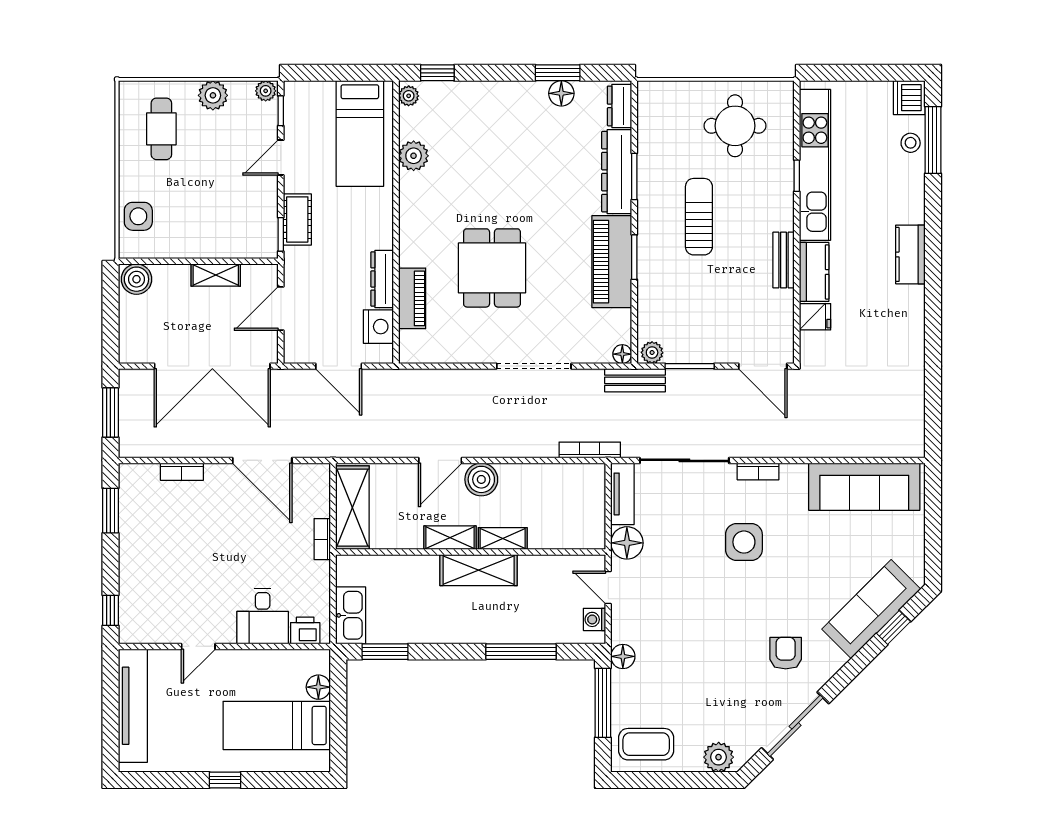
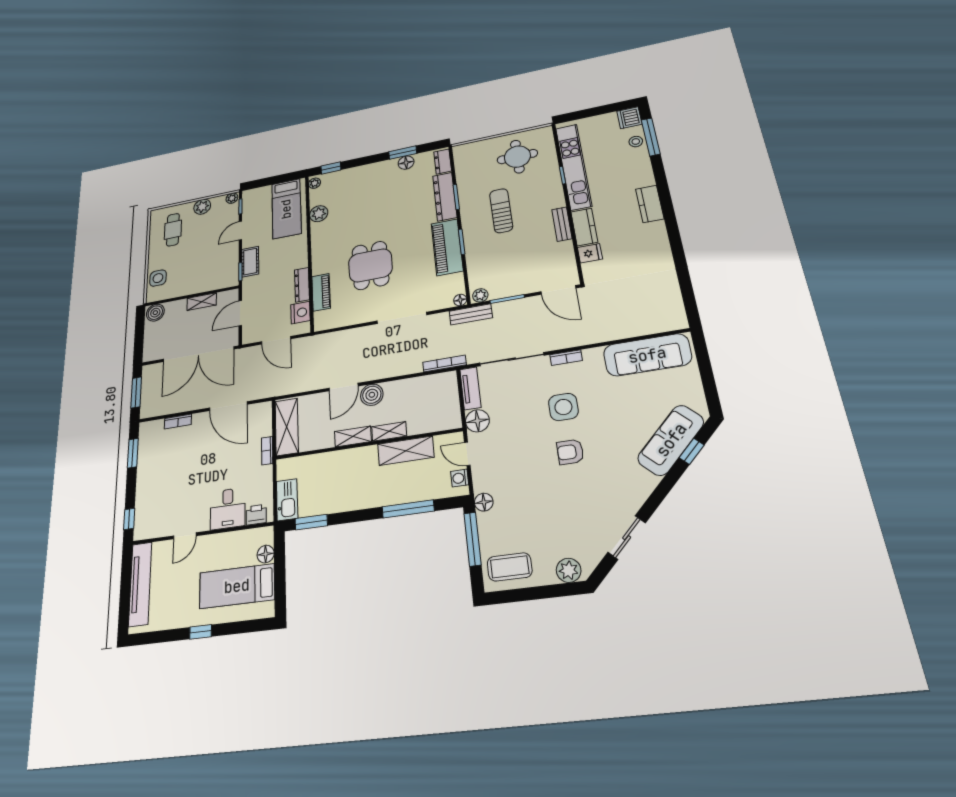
shelving: (479, 570) -> (406, 451), moved
armchair: (786, 653) -> (570, 452), moved, turned -90
sliding door: (795, 726) -> (627, 538), width x0.73

